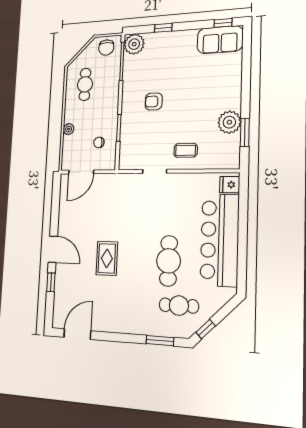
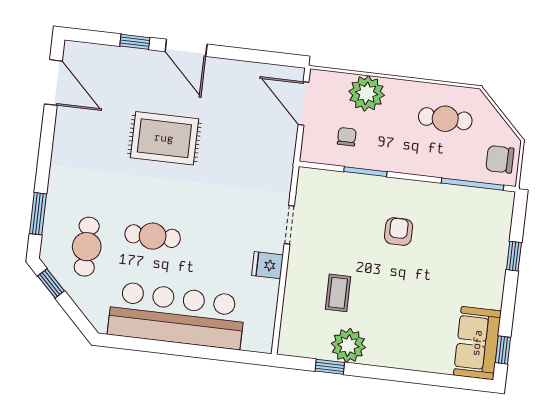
plant: (134, 44) -> (497, 207), removed
plant: (69, 129) -> (367, 93), width x1.88, depth x1.88
window: (245, 132) -> (330, 367), width x0.67
coffee table: (186, 150) -> (338, 293), moved
fridge: (230, 185) -> (267, 265), moved, turned -90
door: (53, 249) -> (186, 48), hinge flipped
rug: (107, 258) -> (164, 138), width x1.36, depth x1.43
cafe table: (169, 261) -> (153, 236), width x0.73, depth x0.74

